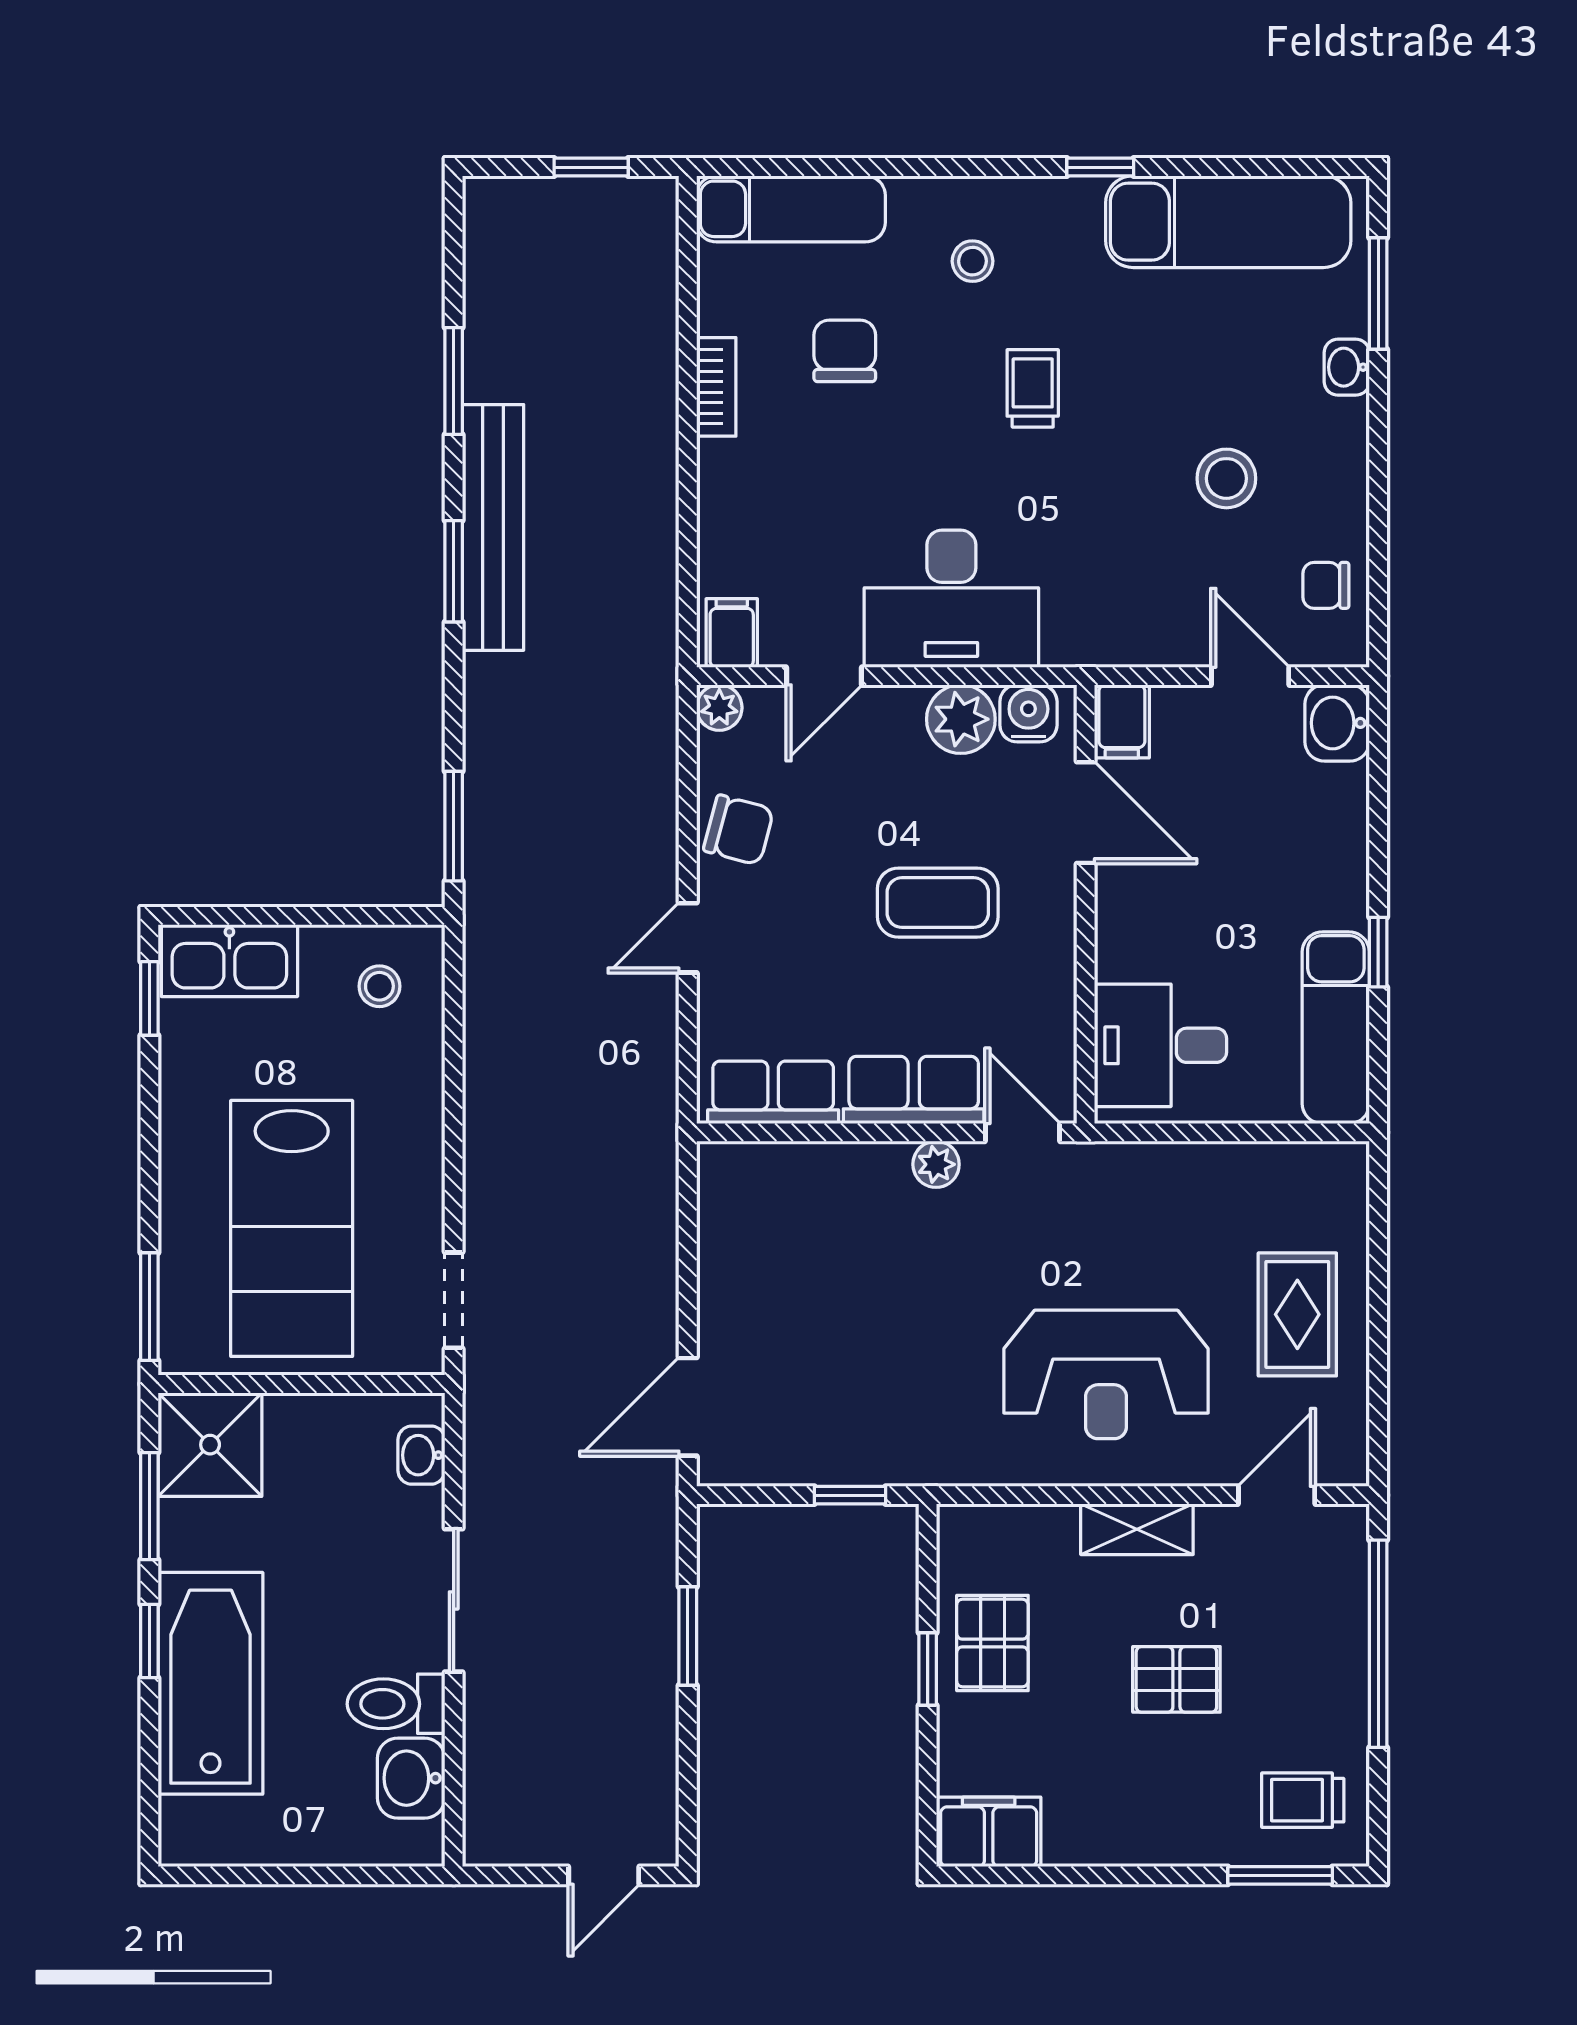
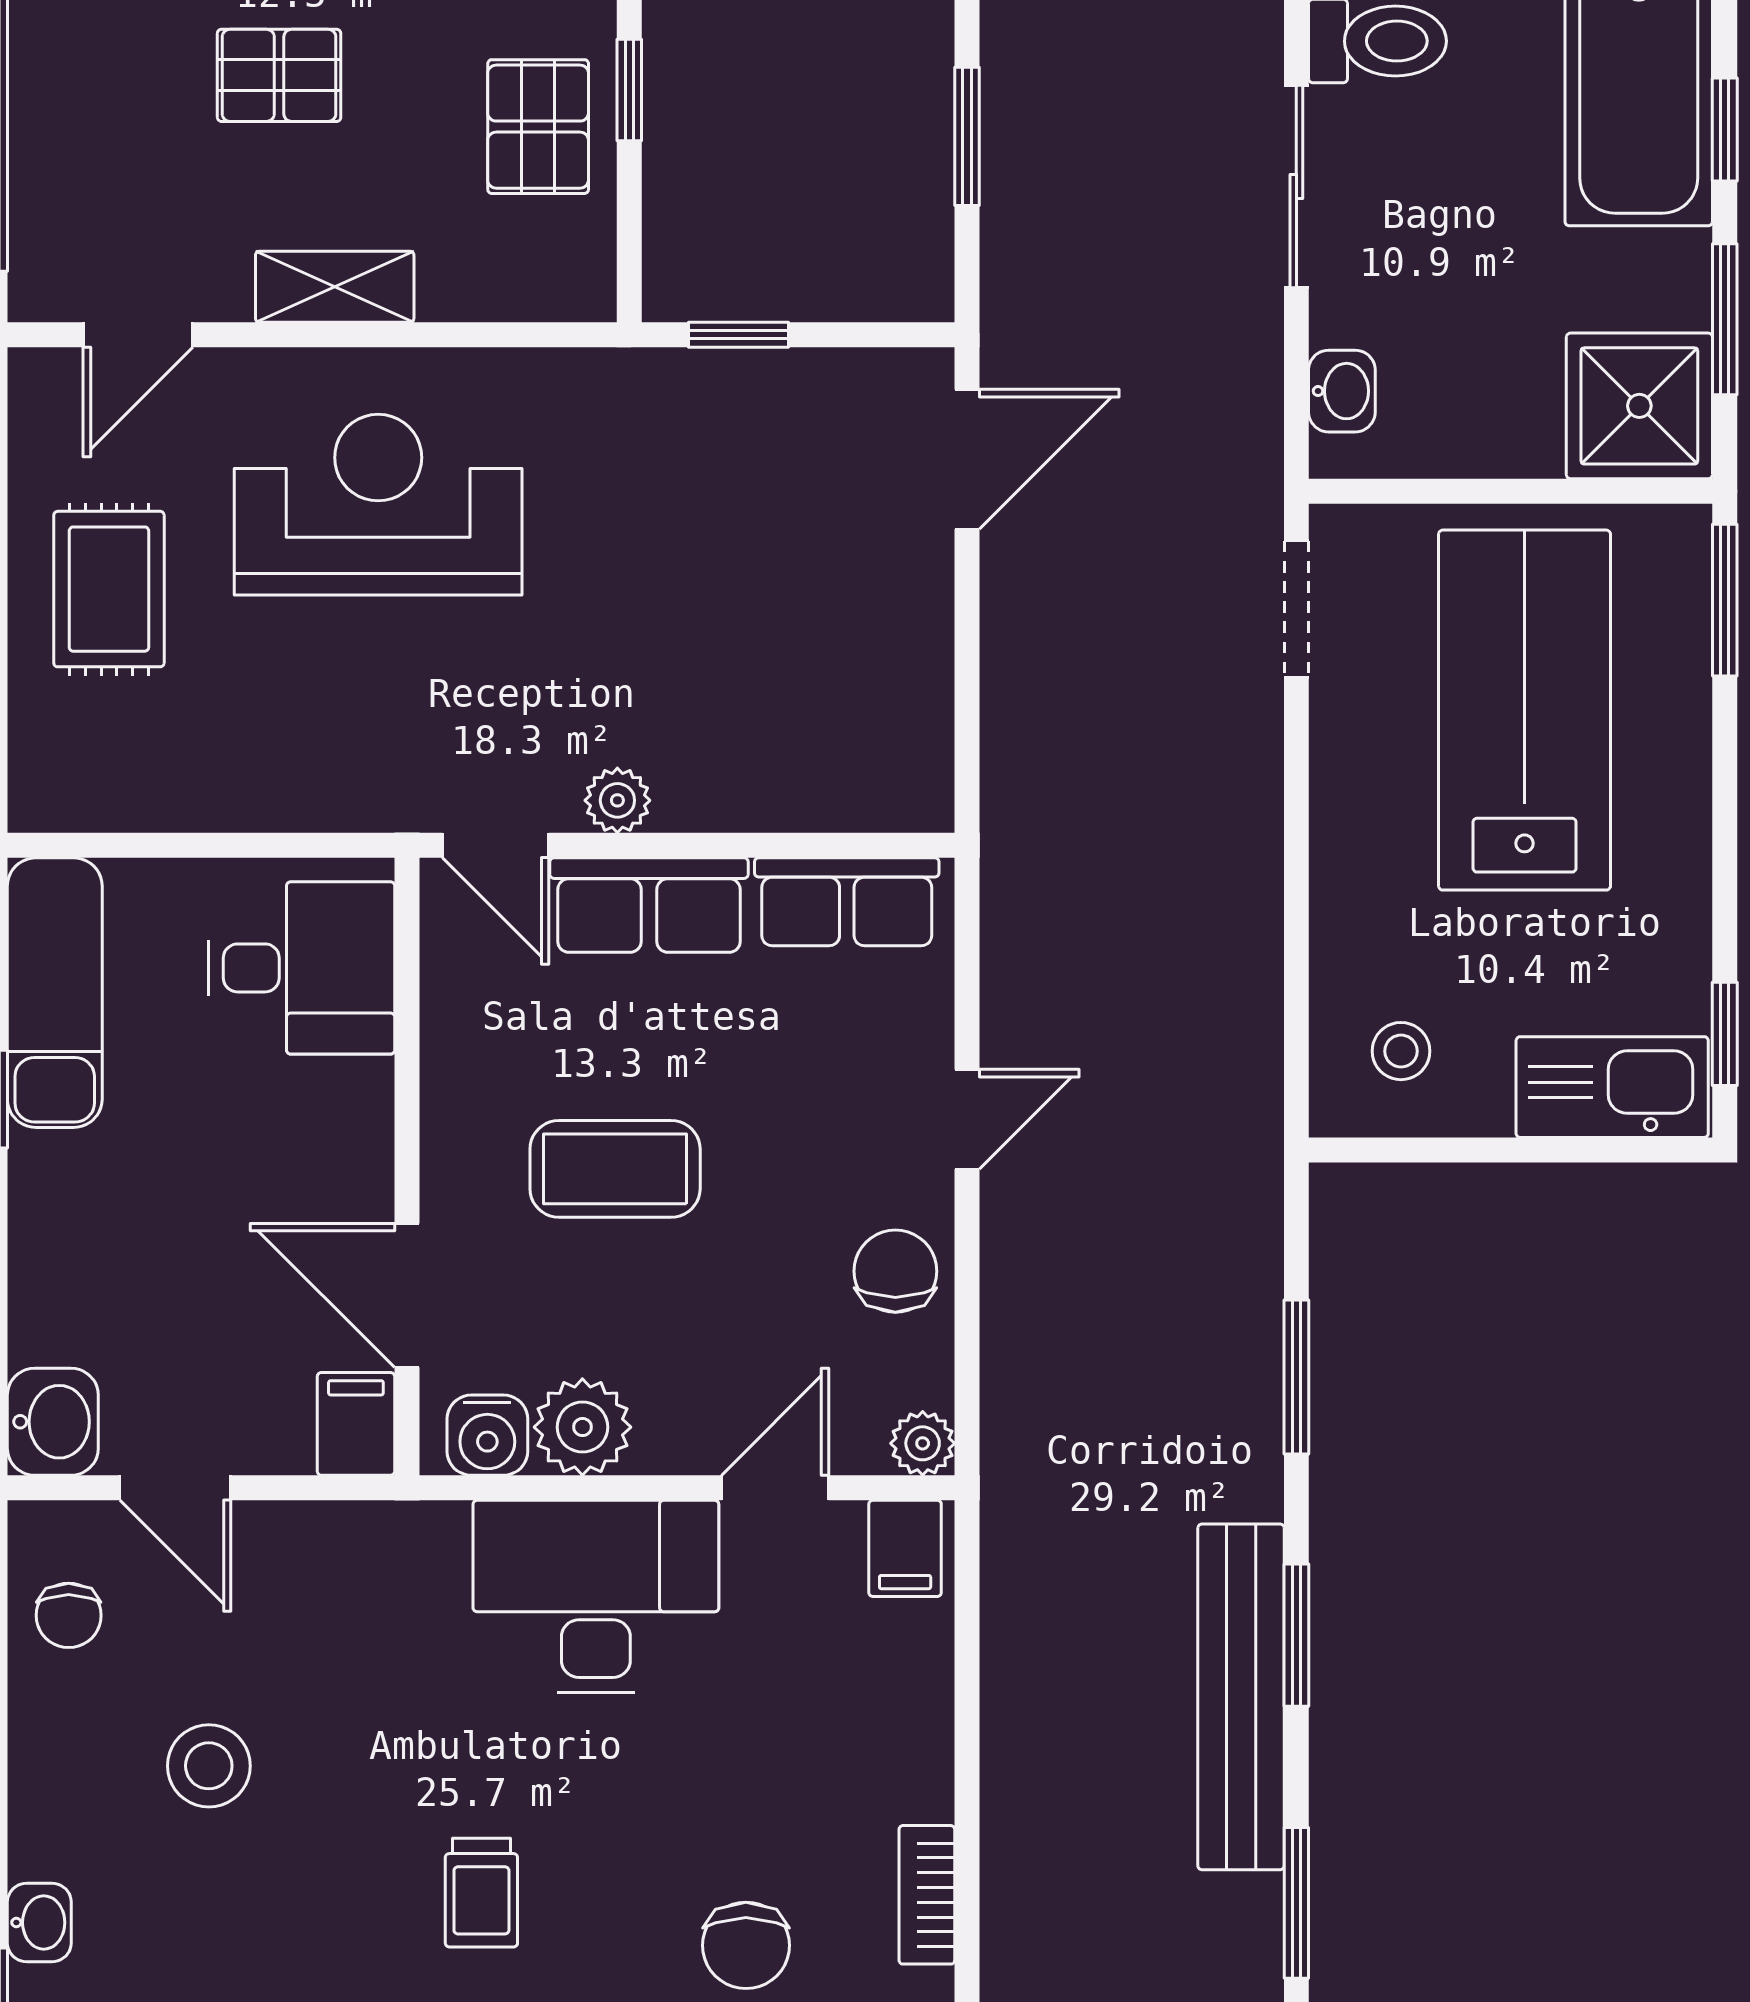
chair: (1326, 585) -> (69, 1615), turned 90
window: (454, 826) -> (1296, 1377), moved
chair: (739, 830) -> (895, 1271), turned 75

